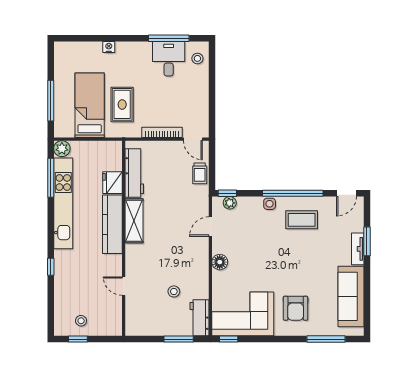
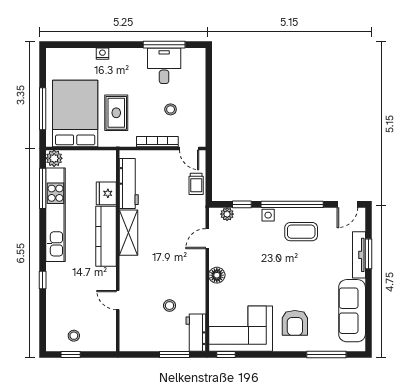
stool: (197, 58) -> (171, 109), moved
bed: (90, 105) -> (75, 114), width x1.50
window: (227, 193) -> (242, 204), moved
tv unit: (358, 249) -> (359, 255), width x1.41

